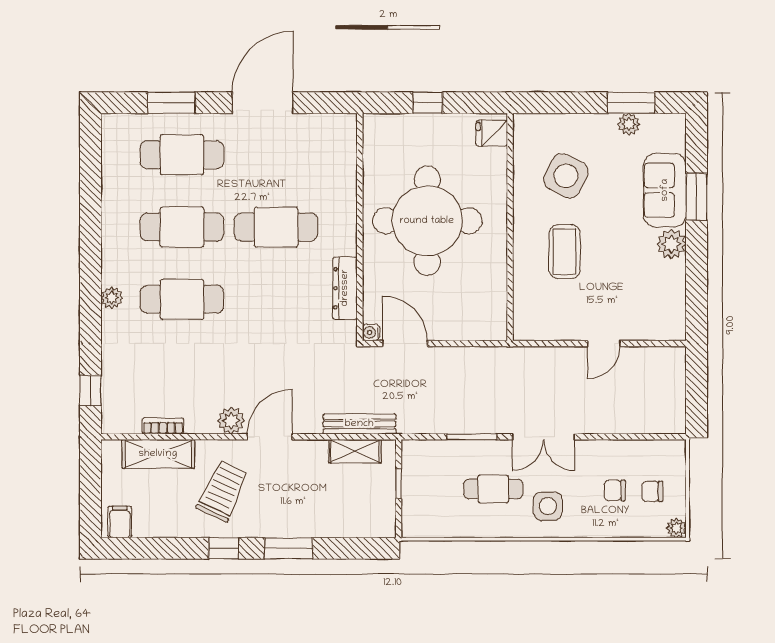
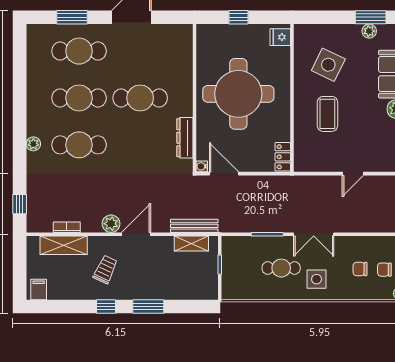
locker: (496, 318) -> (283, 157), added
trolley: (223, 491) -> (105, 269), width x0.73, depth x0.72

